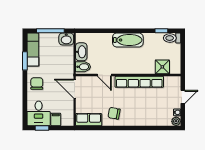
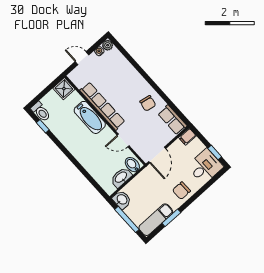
bathtub: (128, 40) -> (90, 117), moved, turned 180
shower: (162, 67) -> (64, 89), moved
door: (104, 75) -> (123, 141), swing flipped
filing cabinet: (56, 119) -> (187, 137), moved

